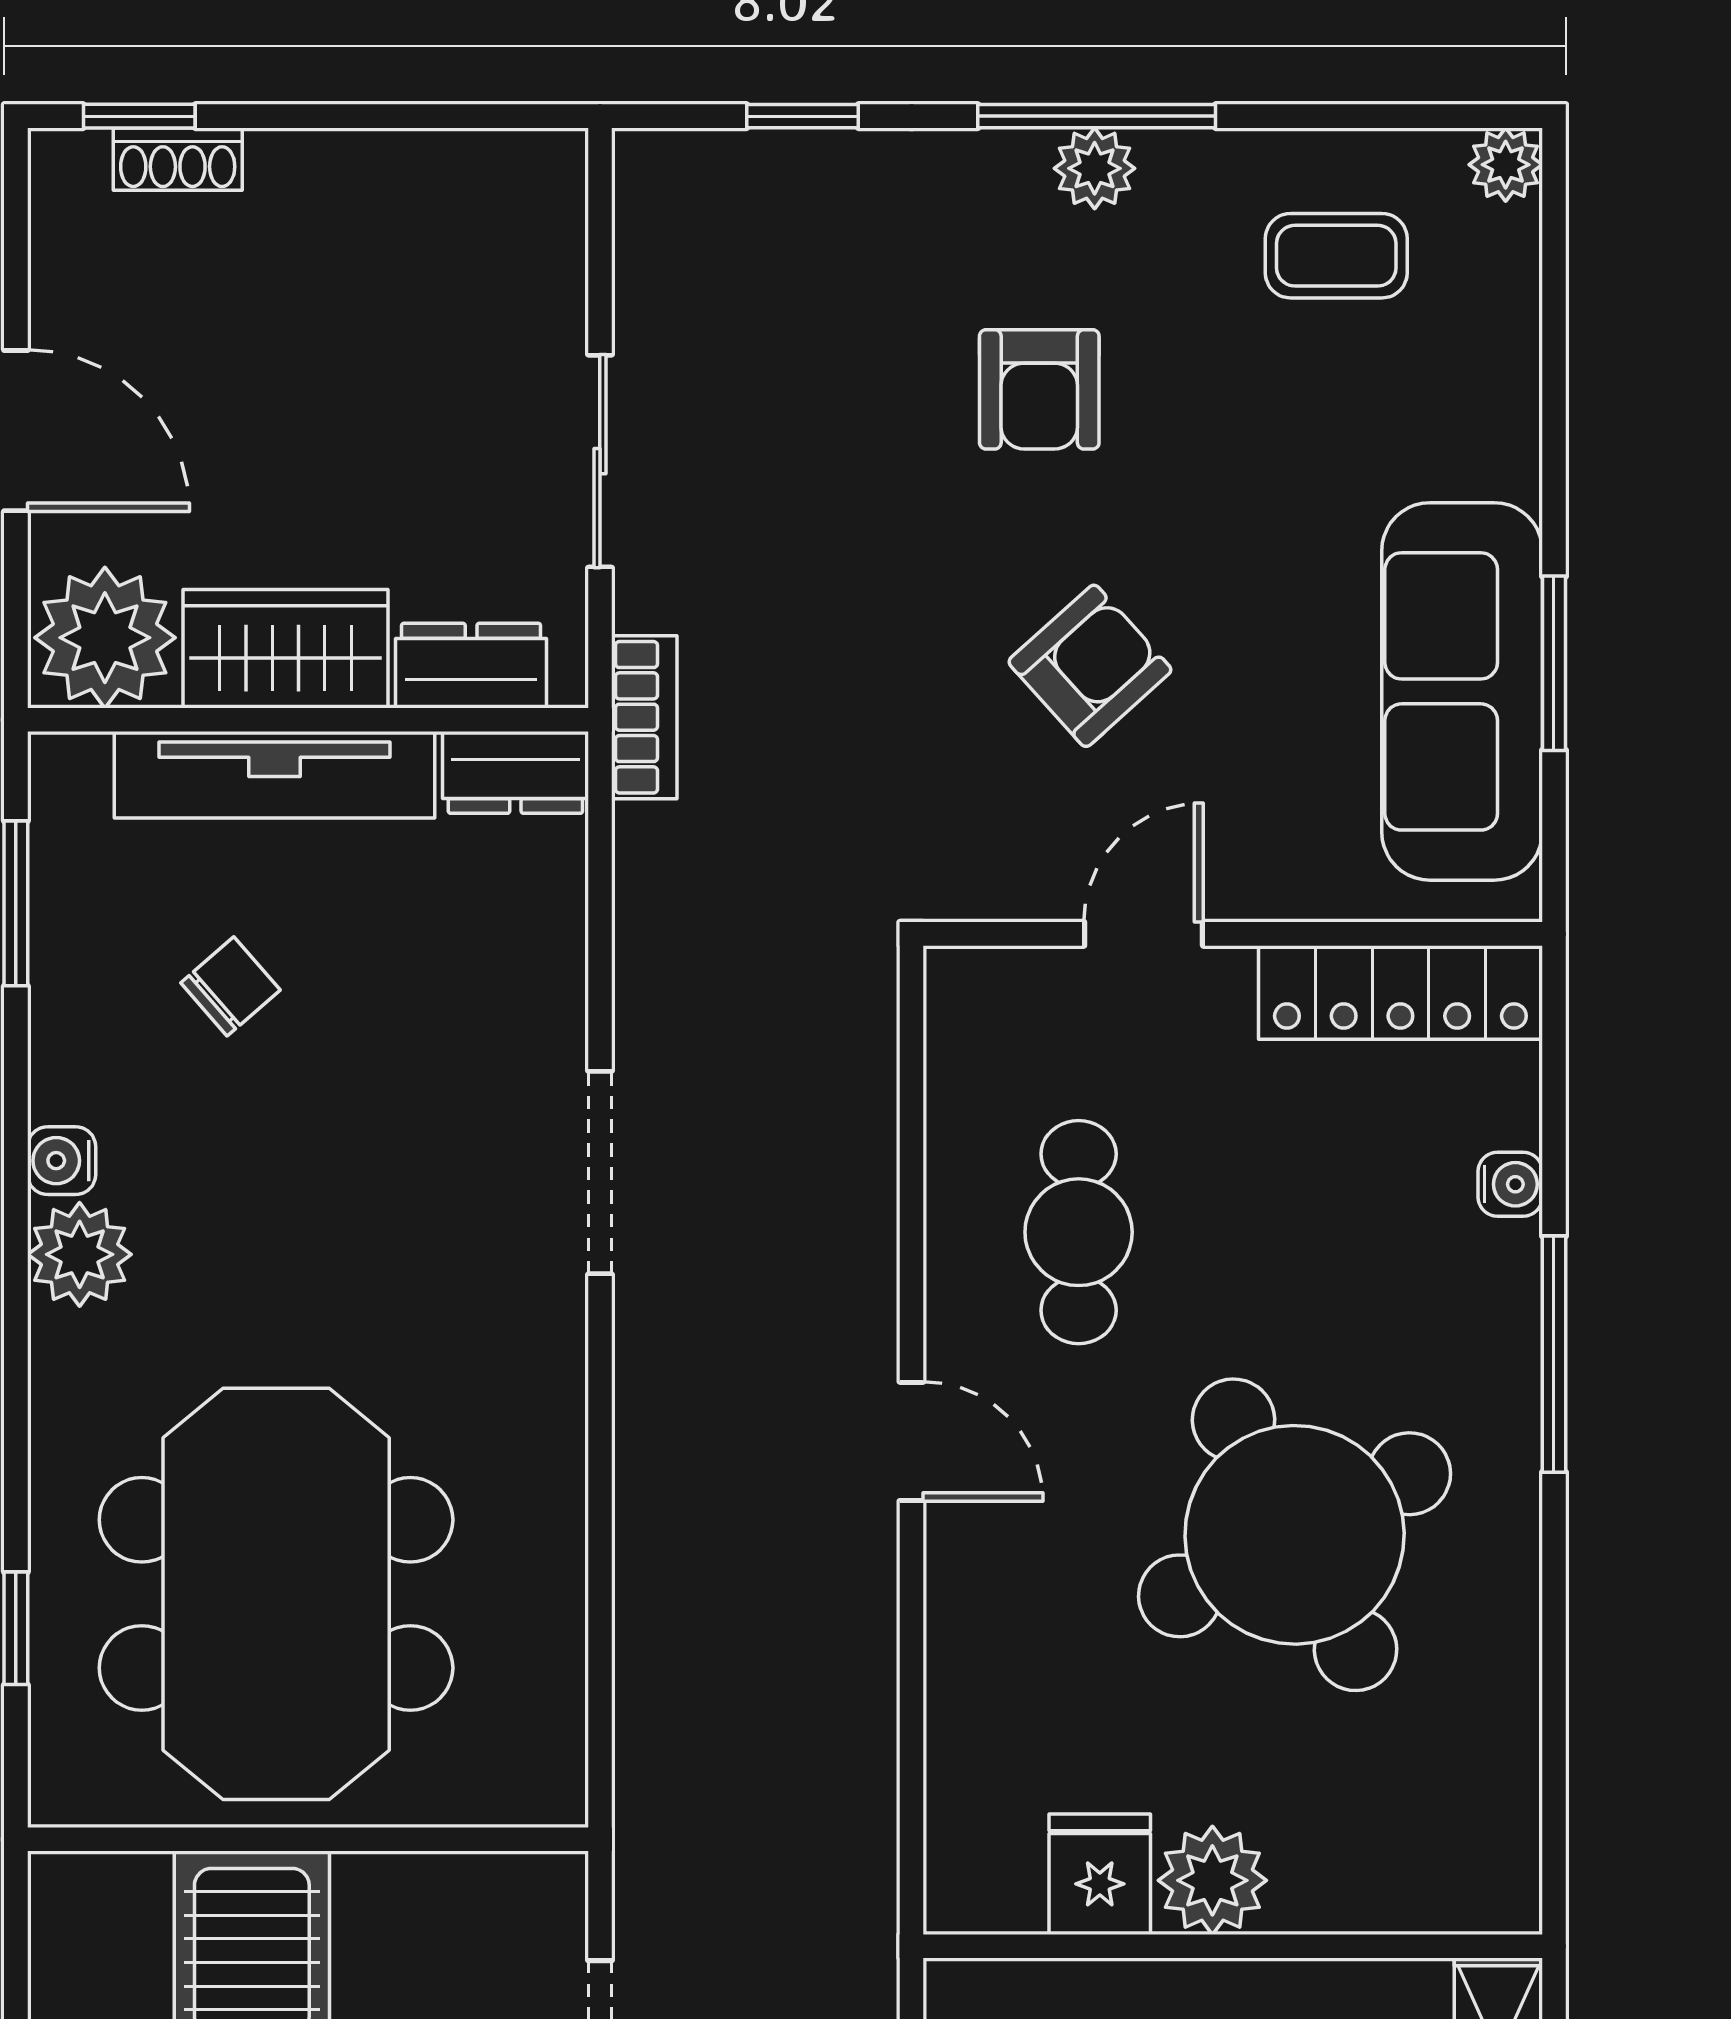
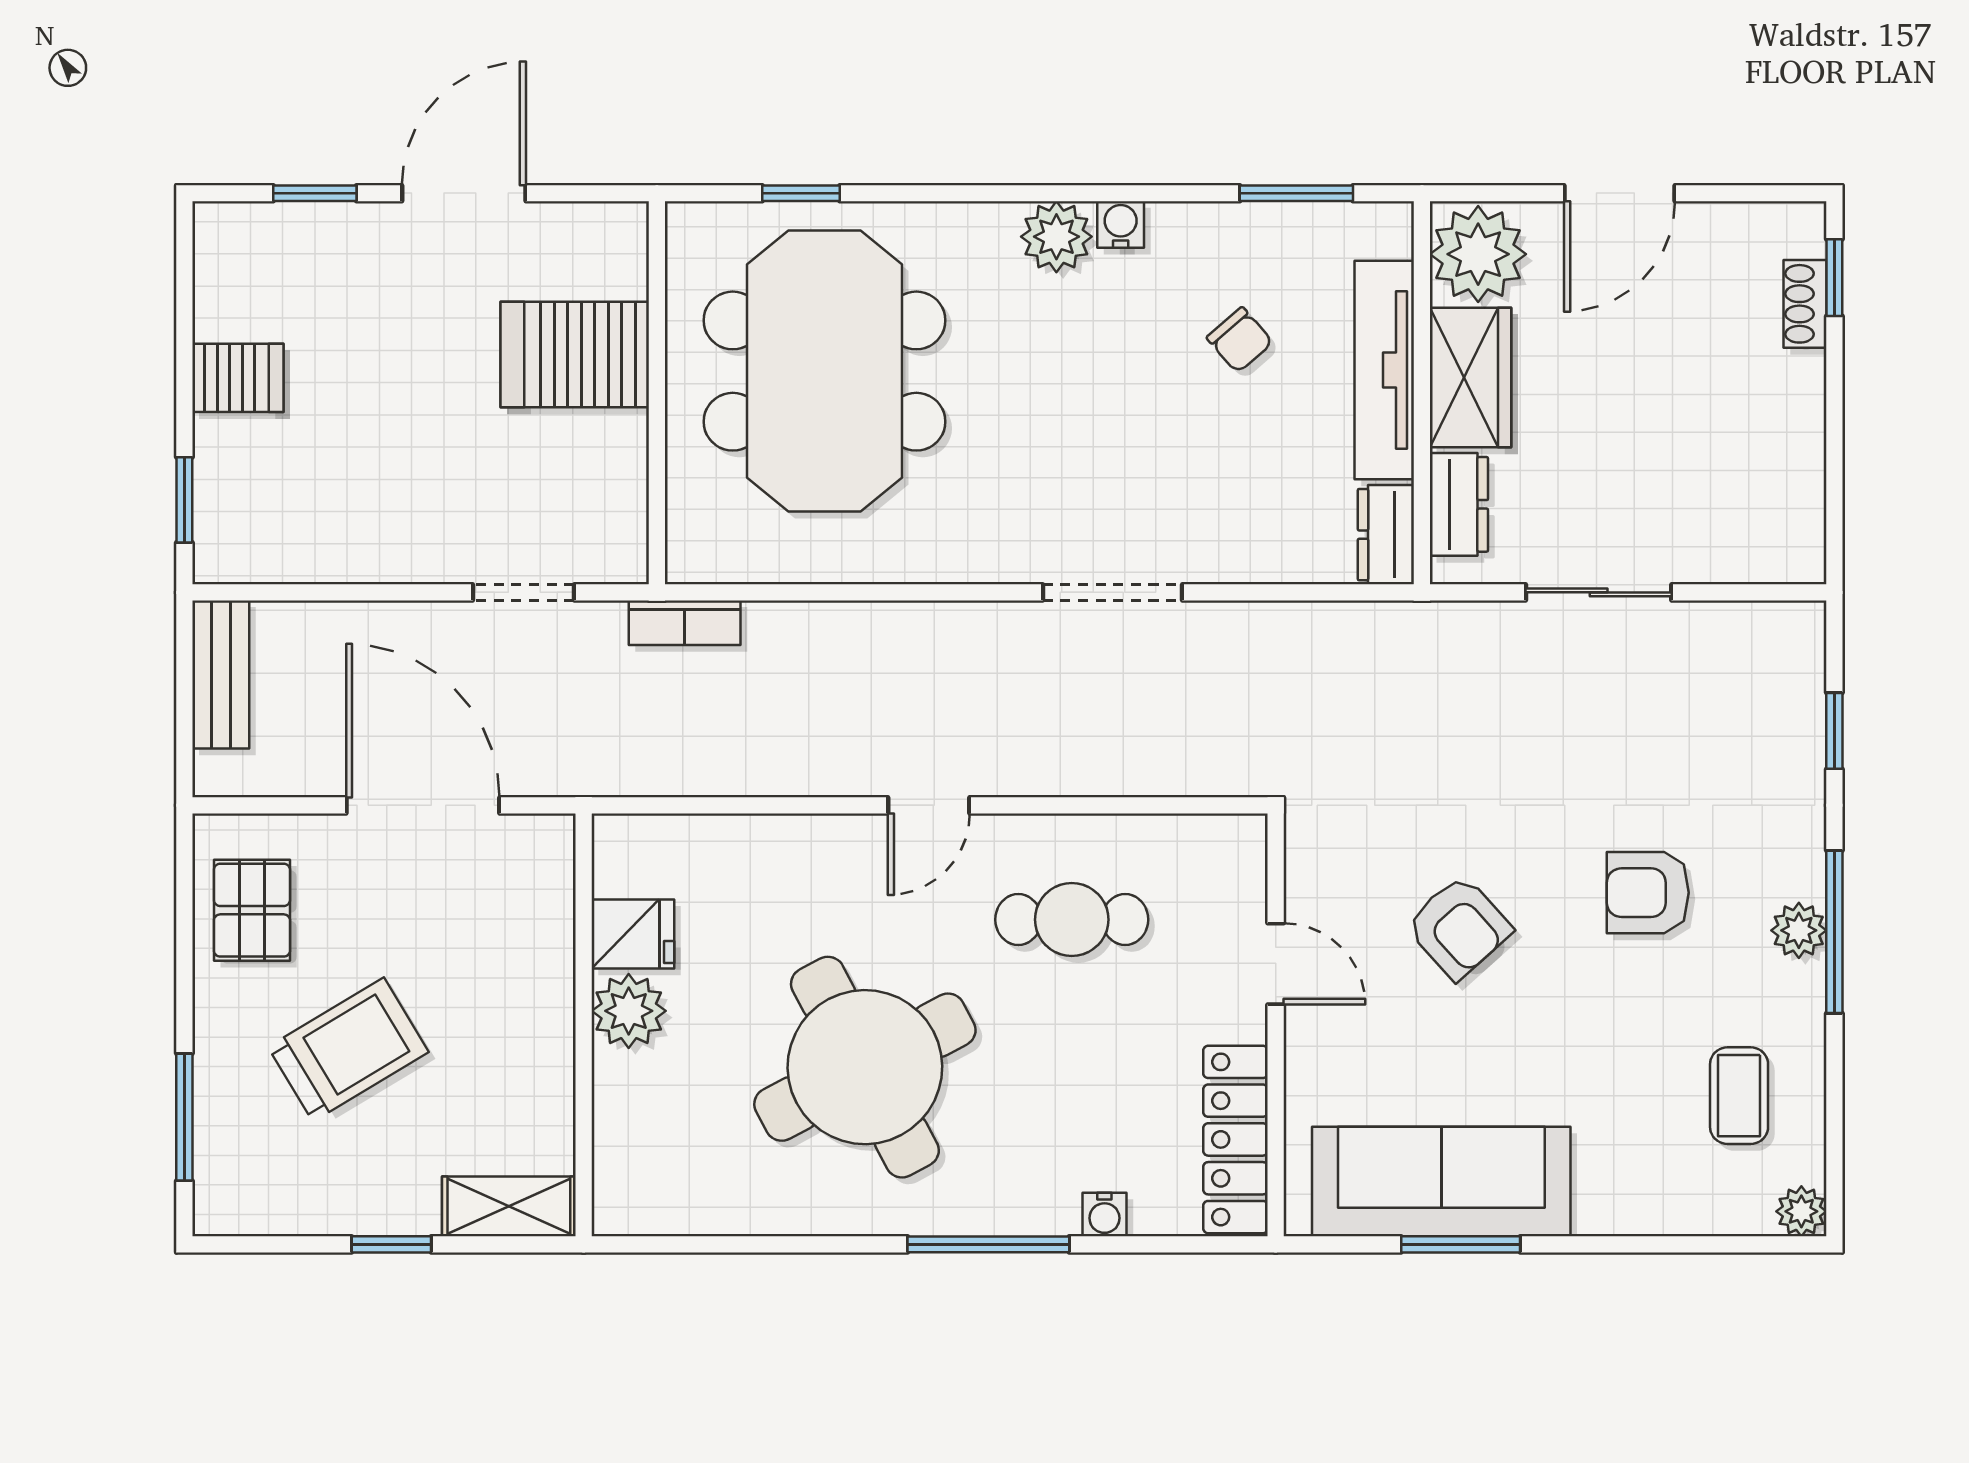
bookcase: (644, 717) -> (685, 623), moved
meeting table: (276, 1594) -> (825, 371), turned 90

